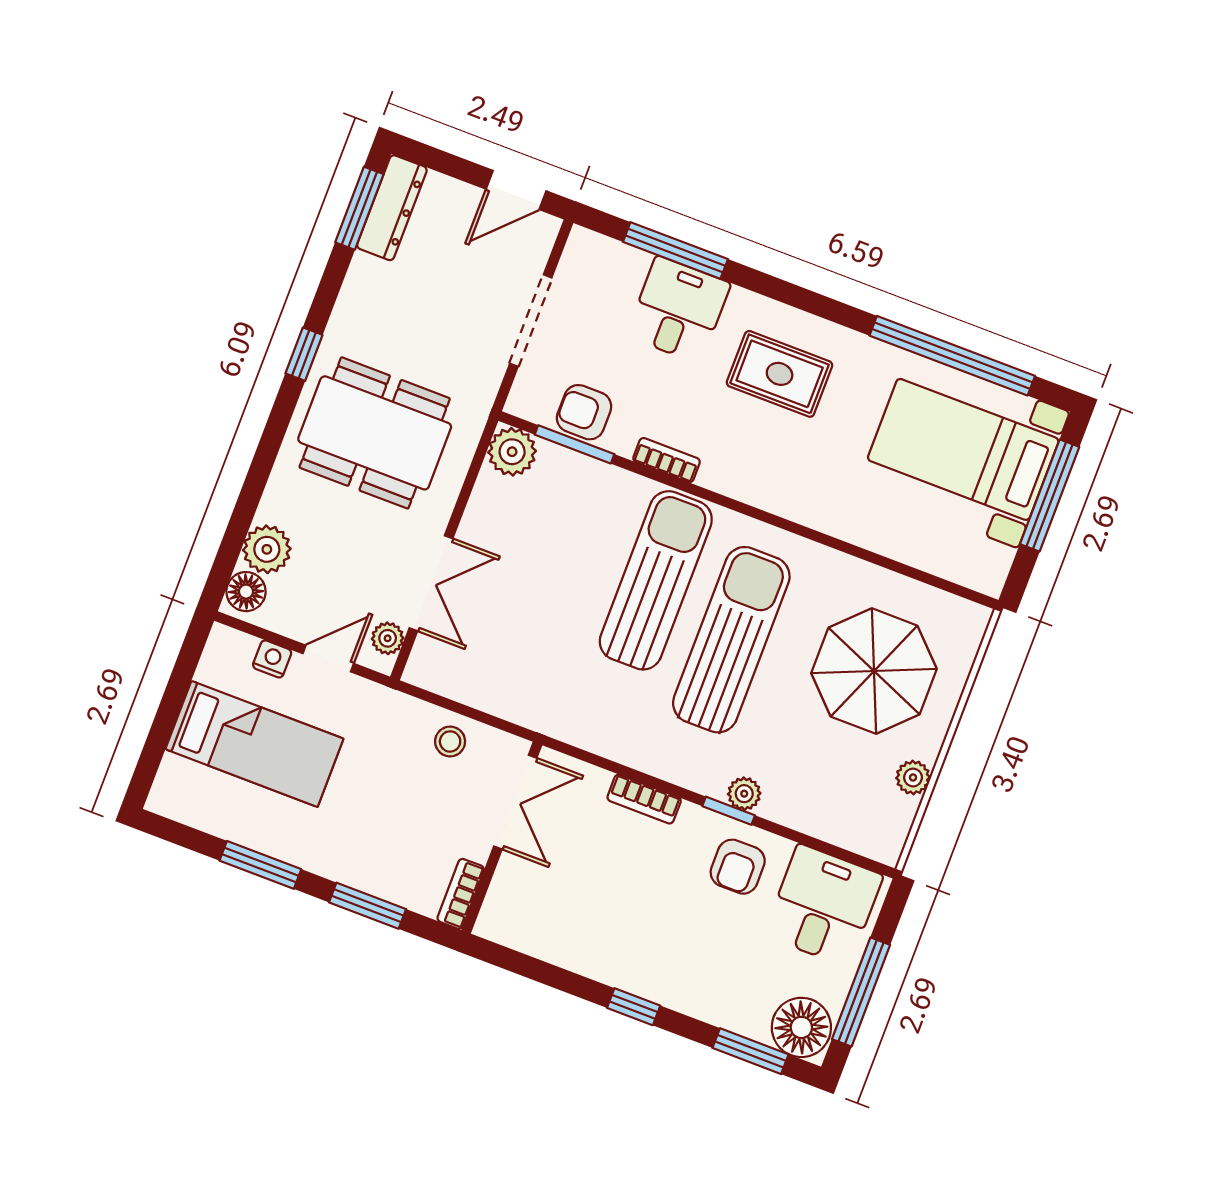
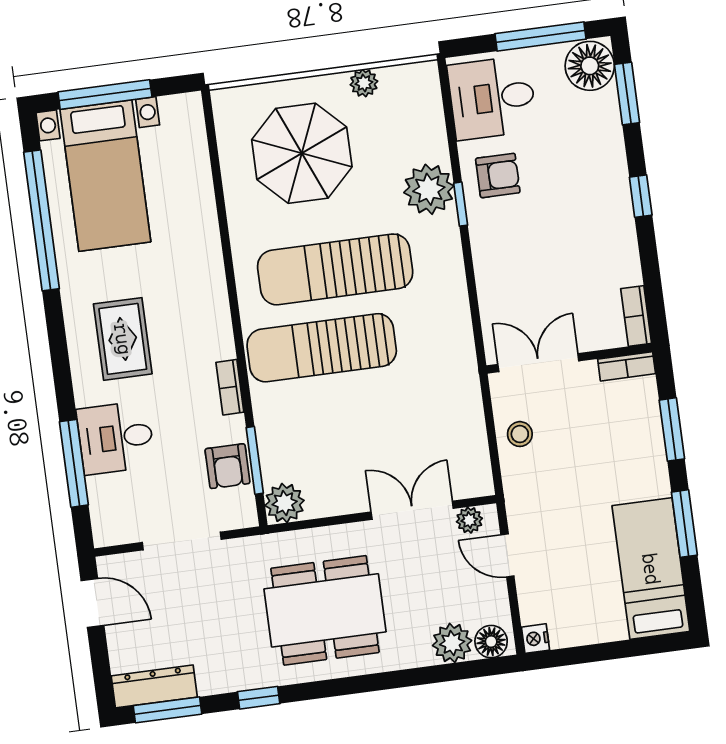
window: (304, 354) -> (259, 698), moved
dining table: (375, 433) -> (325, 610), turned 90
nightstand: (272, 659) -> (535, 639), moved
bed: (254, 744) -> (651, 569), moved
plant: (744, 794) -> (429, 189), width x1.88, depth x1.88
bookcase: (644, 799) -> (636, 316), moved, turned 180

